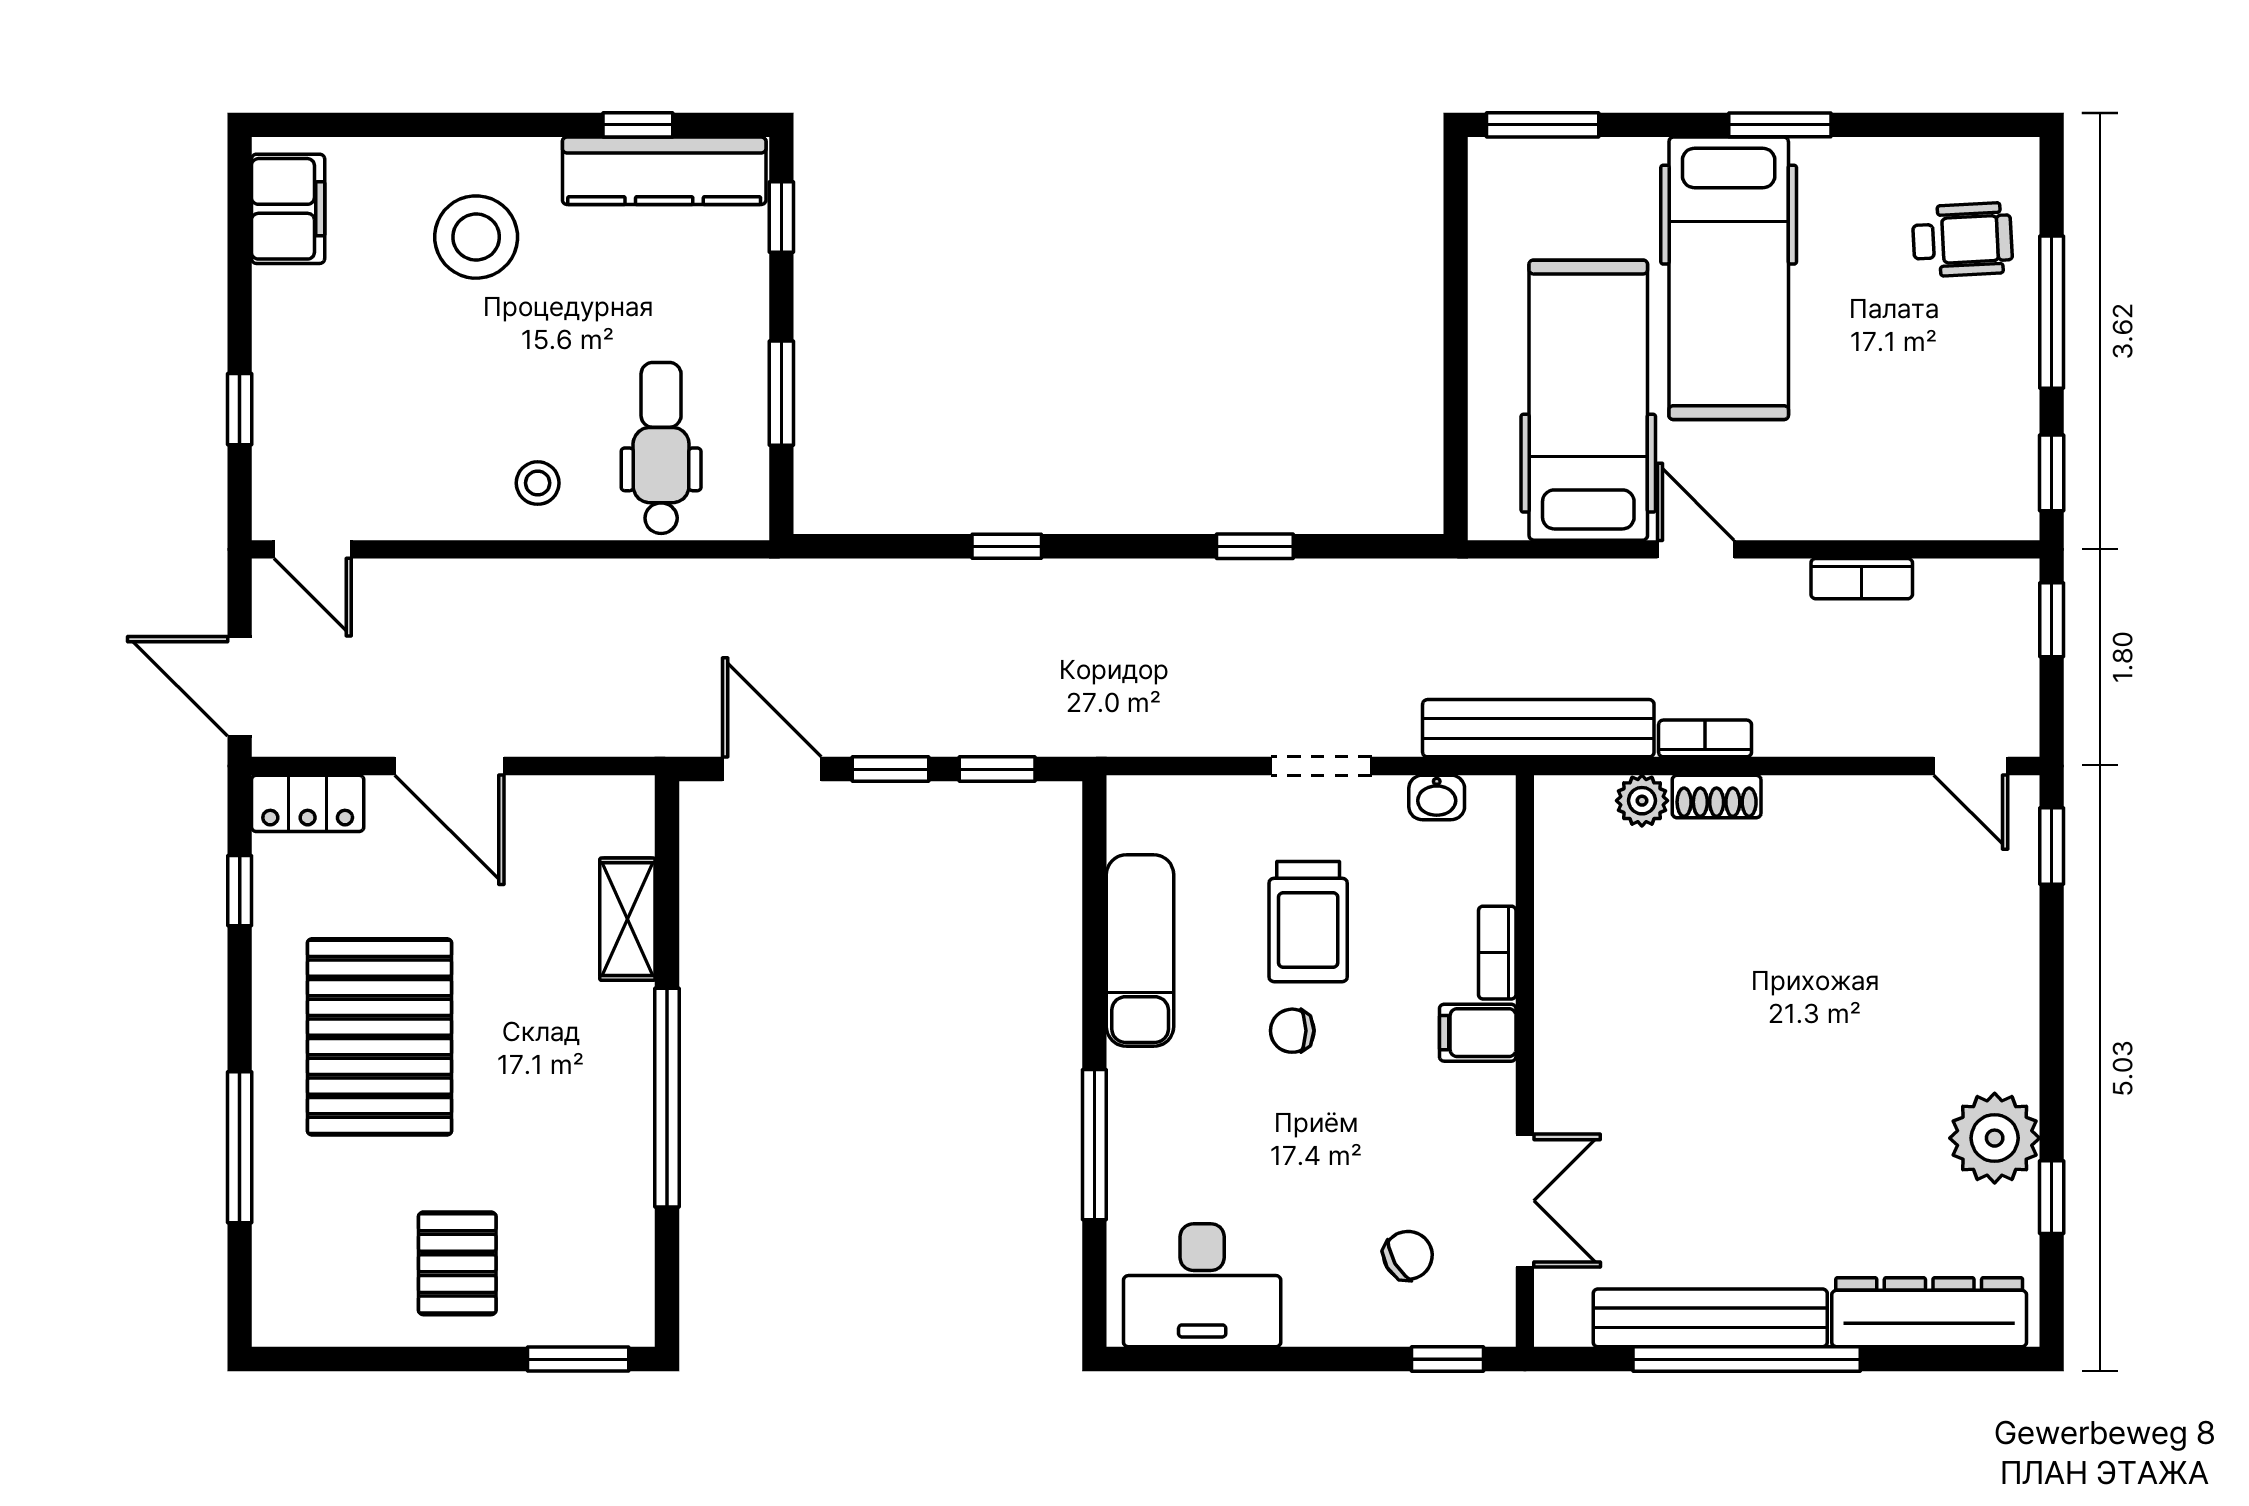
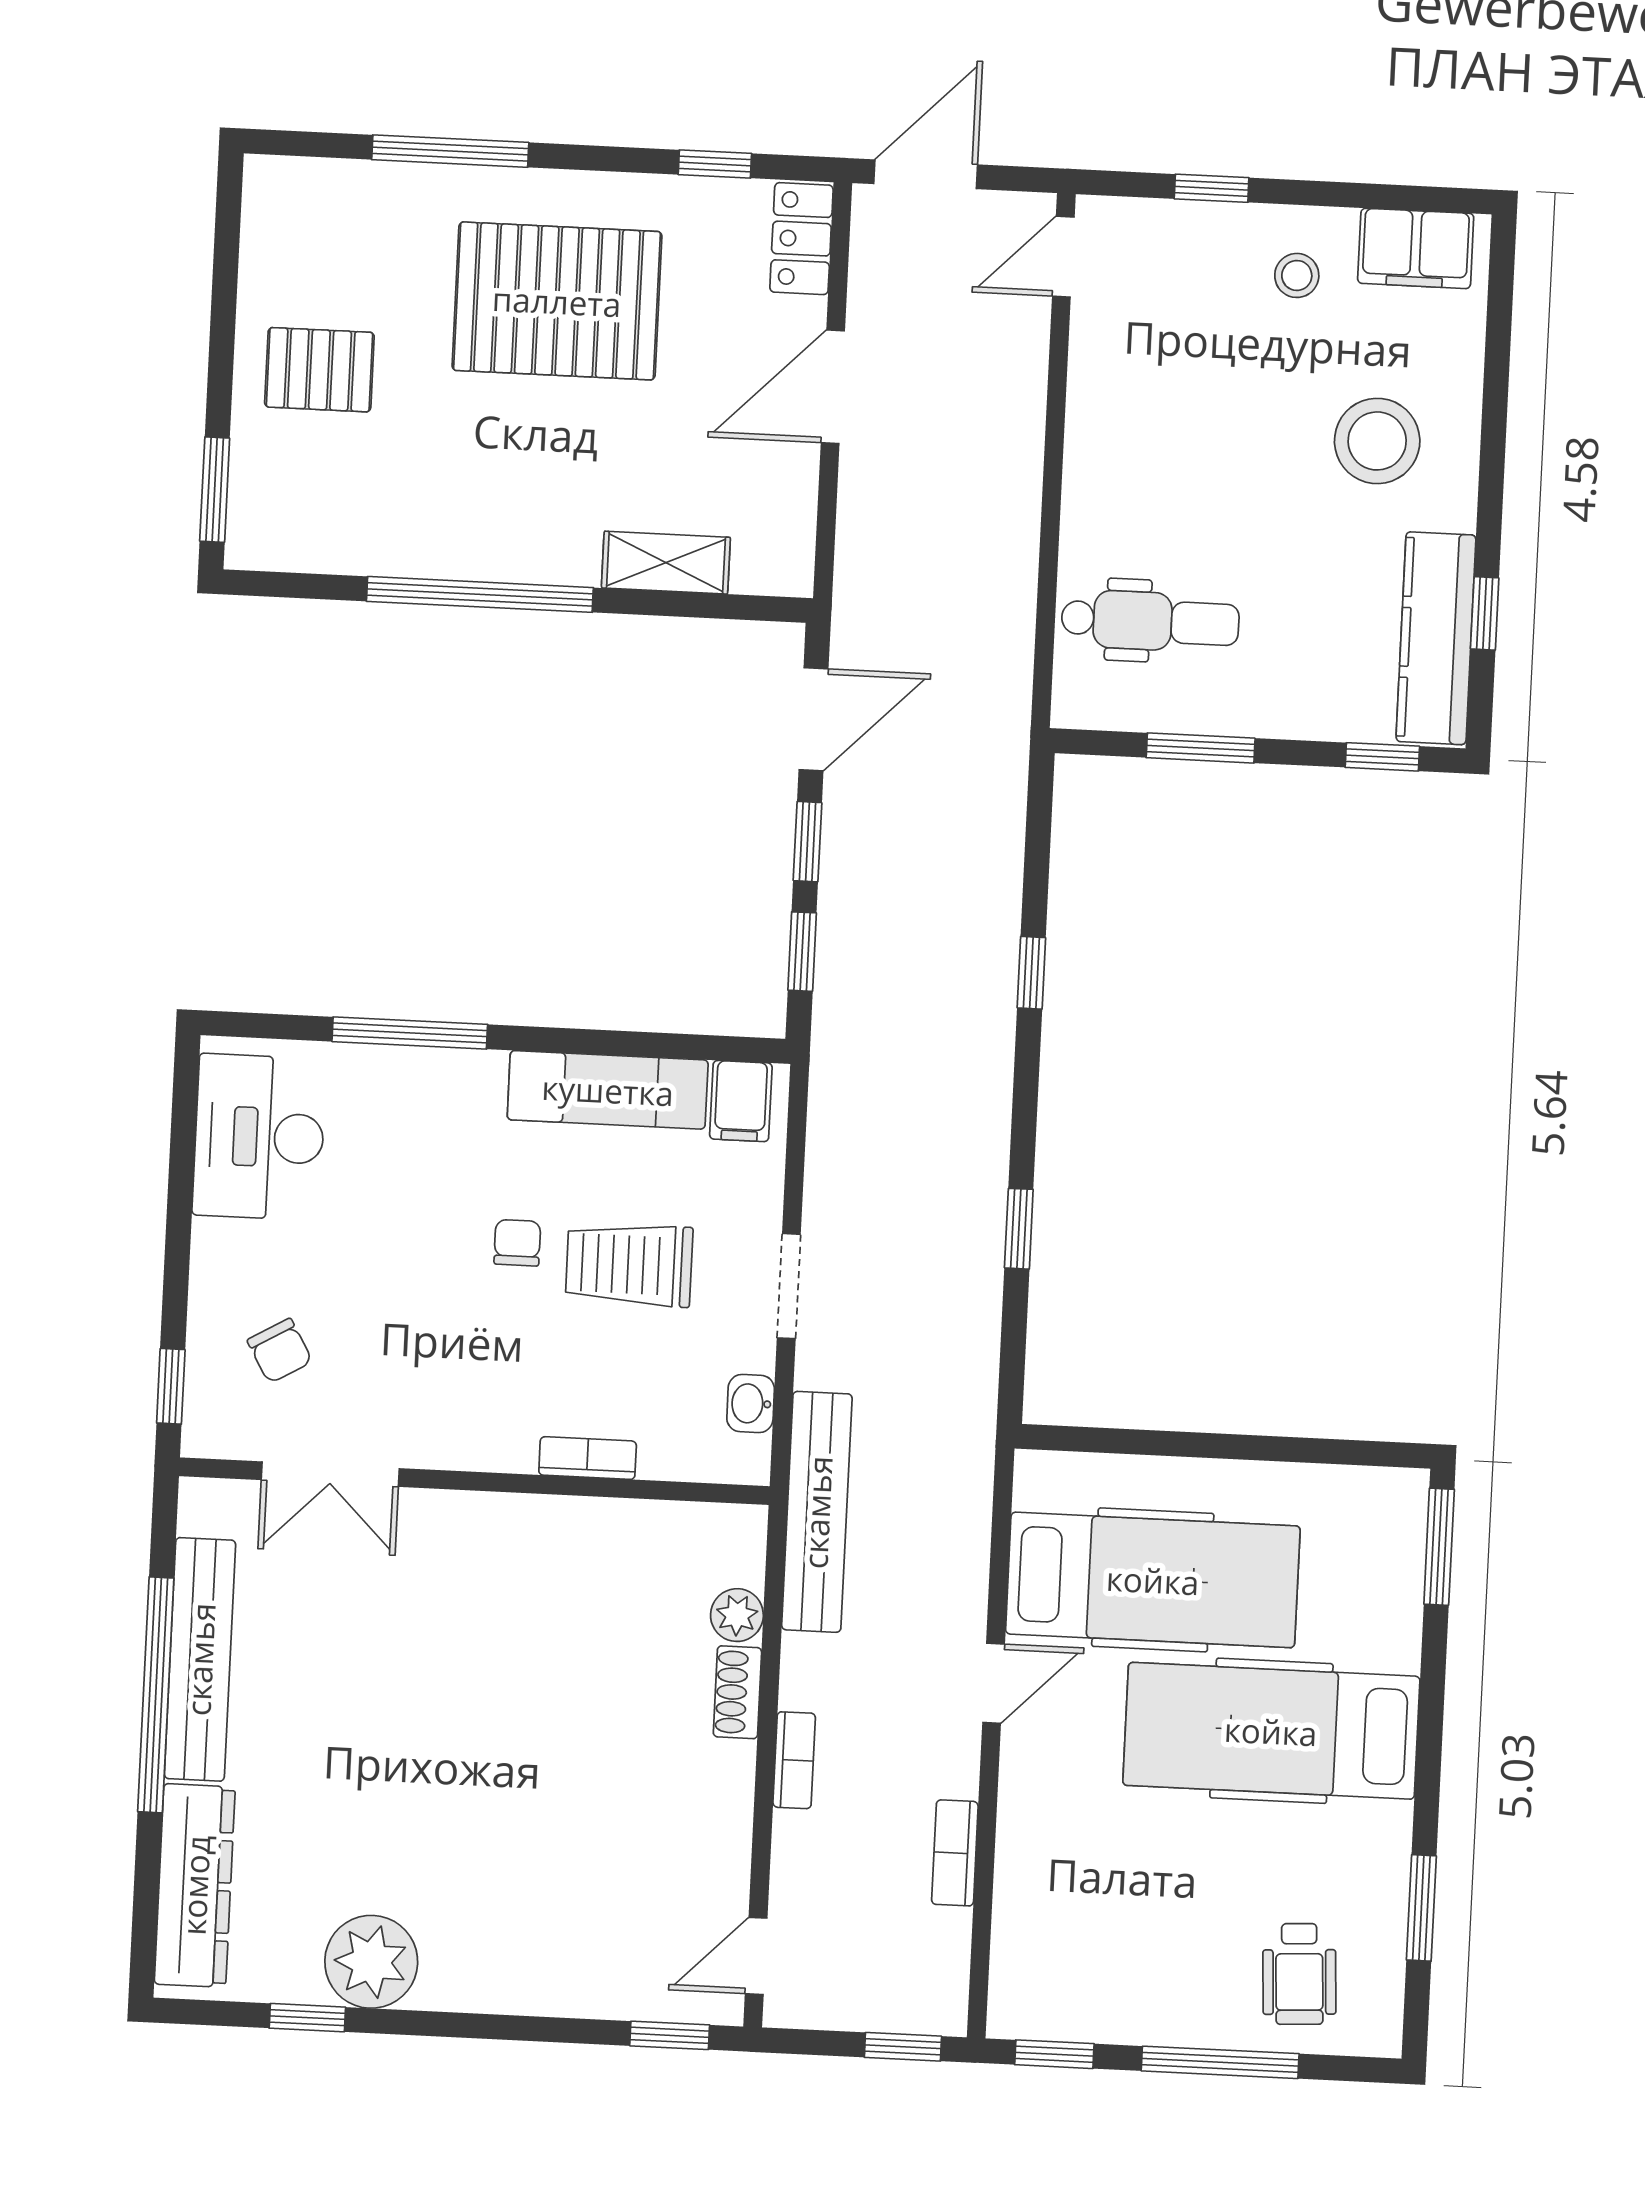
window: (1780, 125) -> (1421, 1908), moved
stool: (538, 483) -> (1297, 275), moved
bookcase: (1705, 738) -> (794, 1760), moved
filing cabinet: (1478, 1033) -> (741, 1101), moved, turned 180

